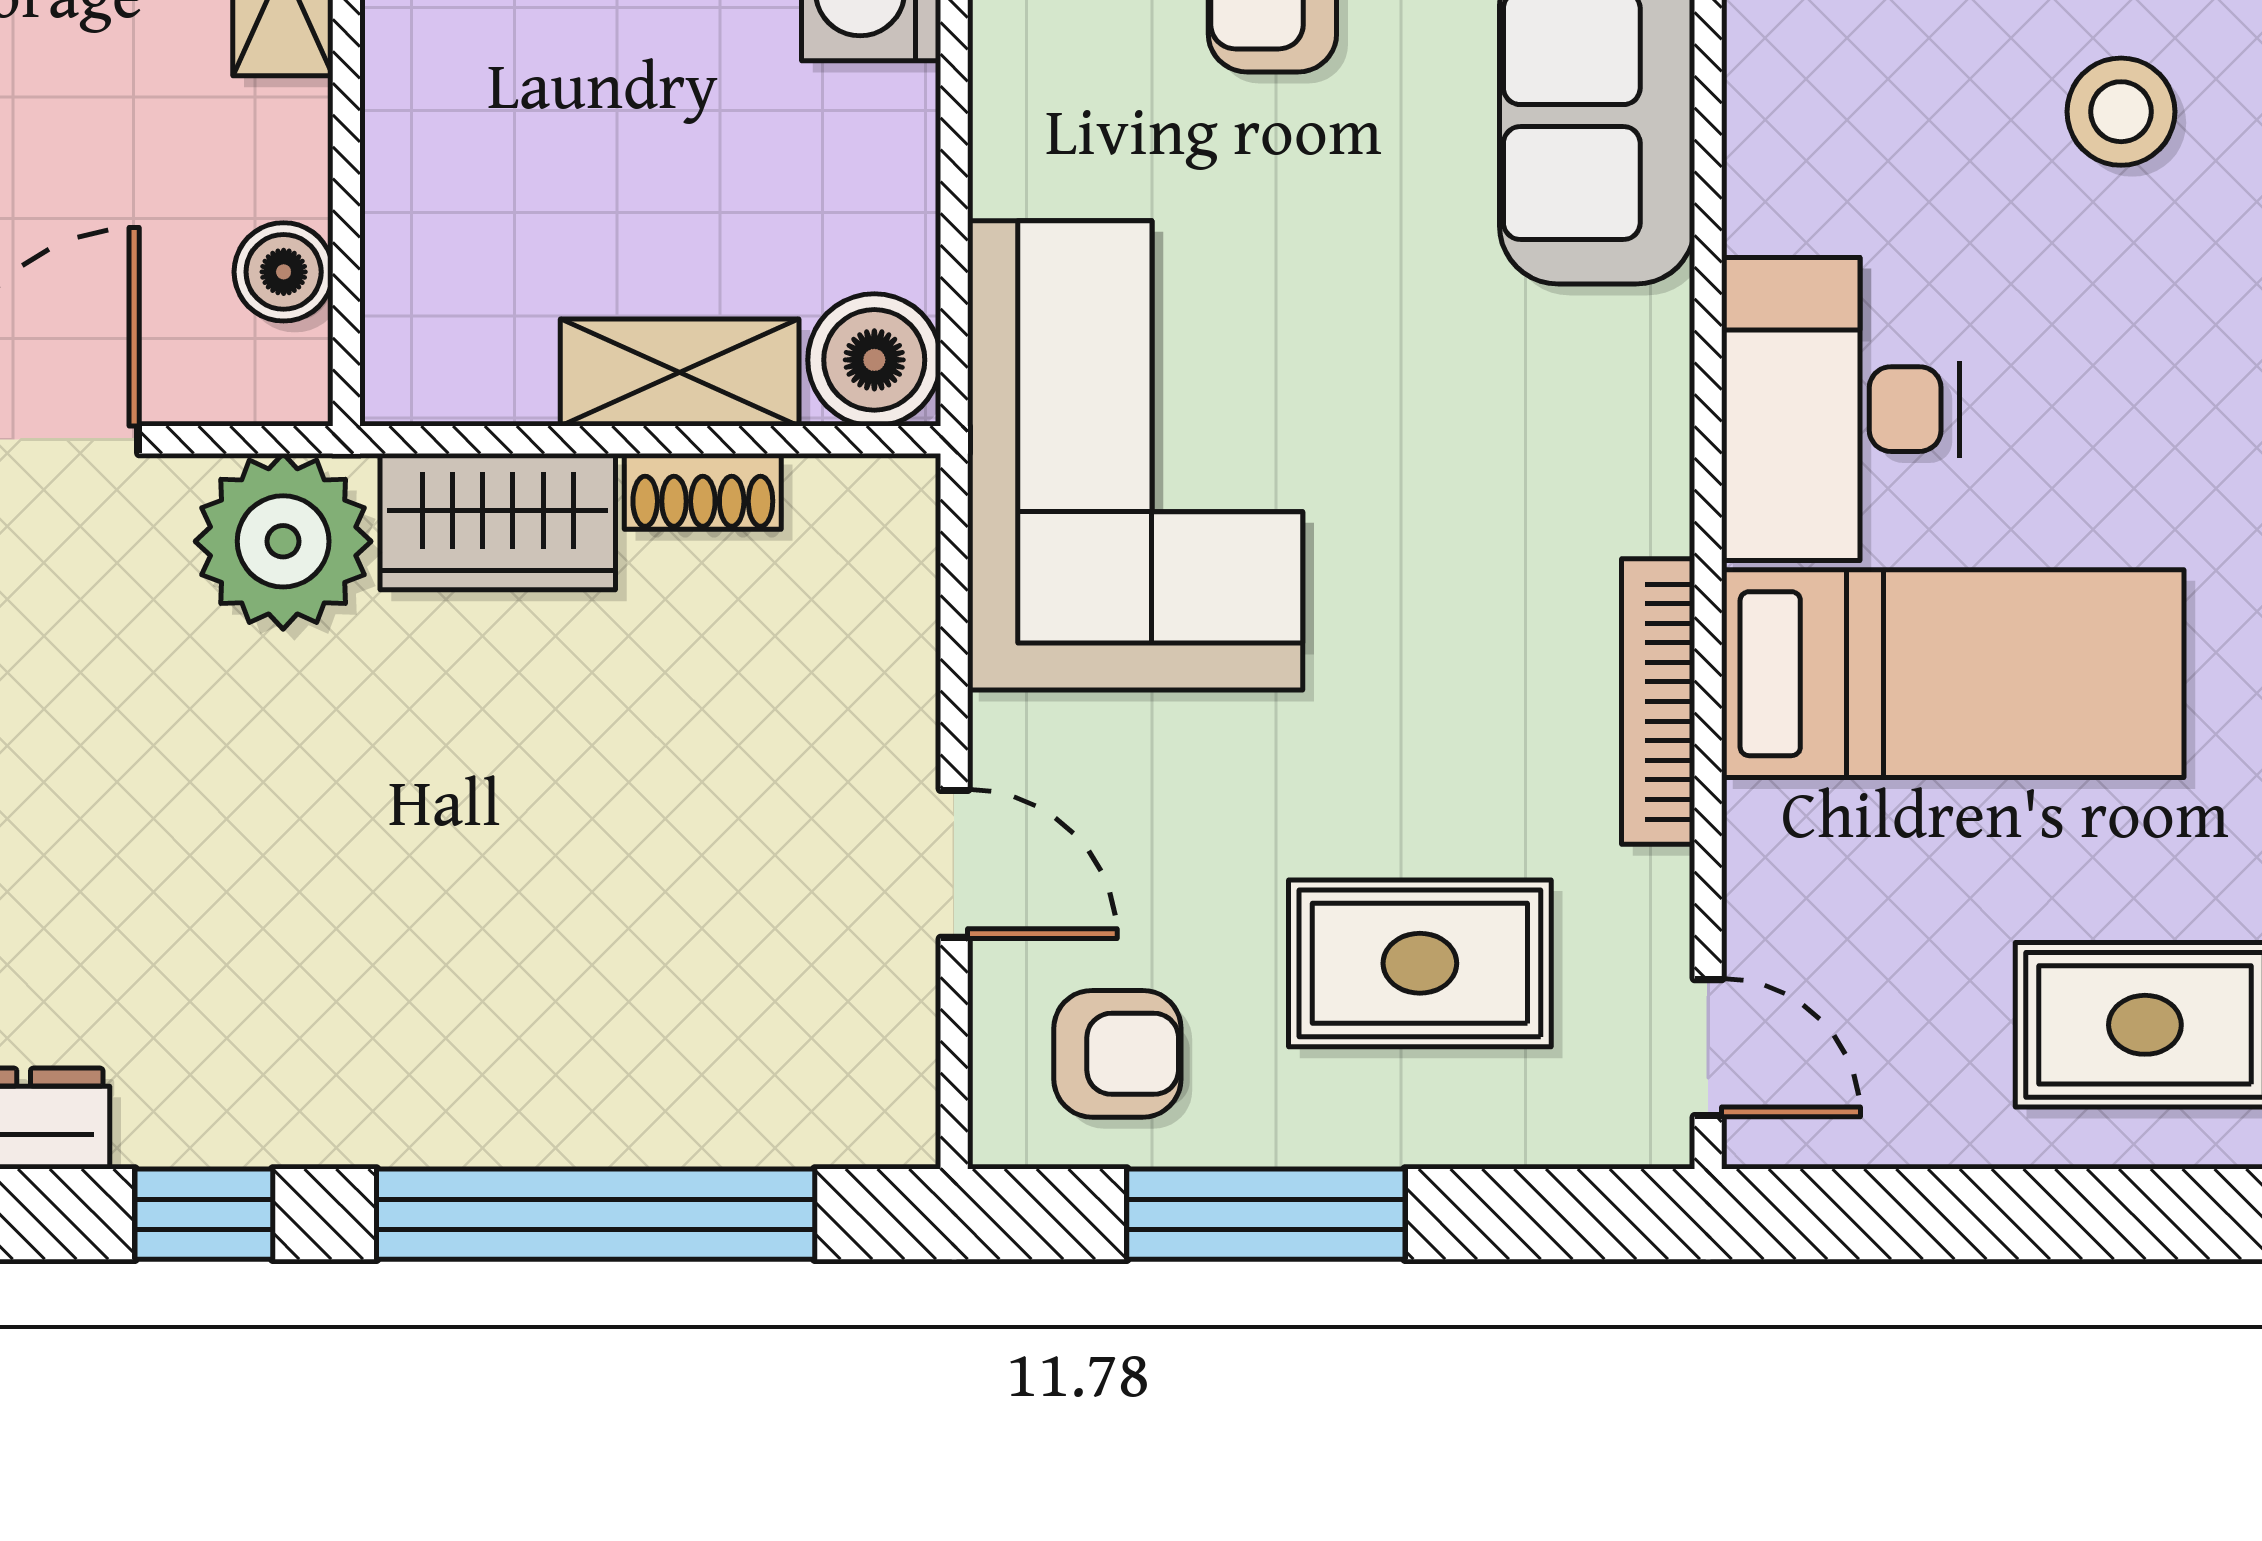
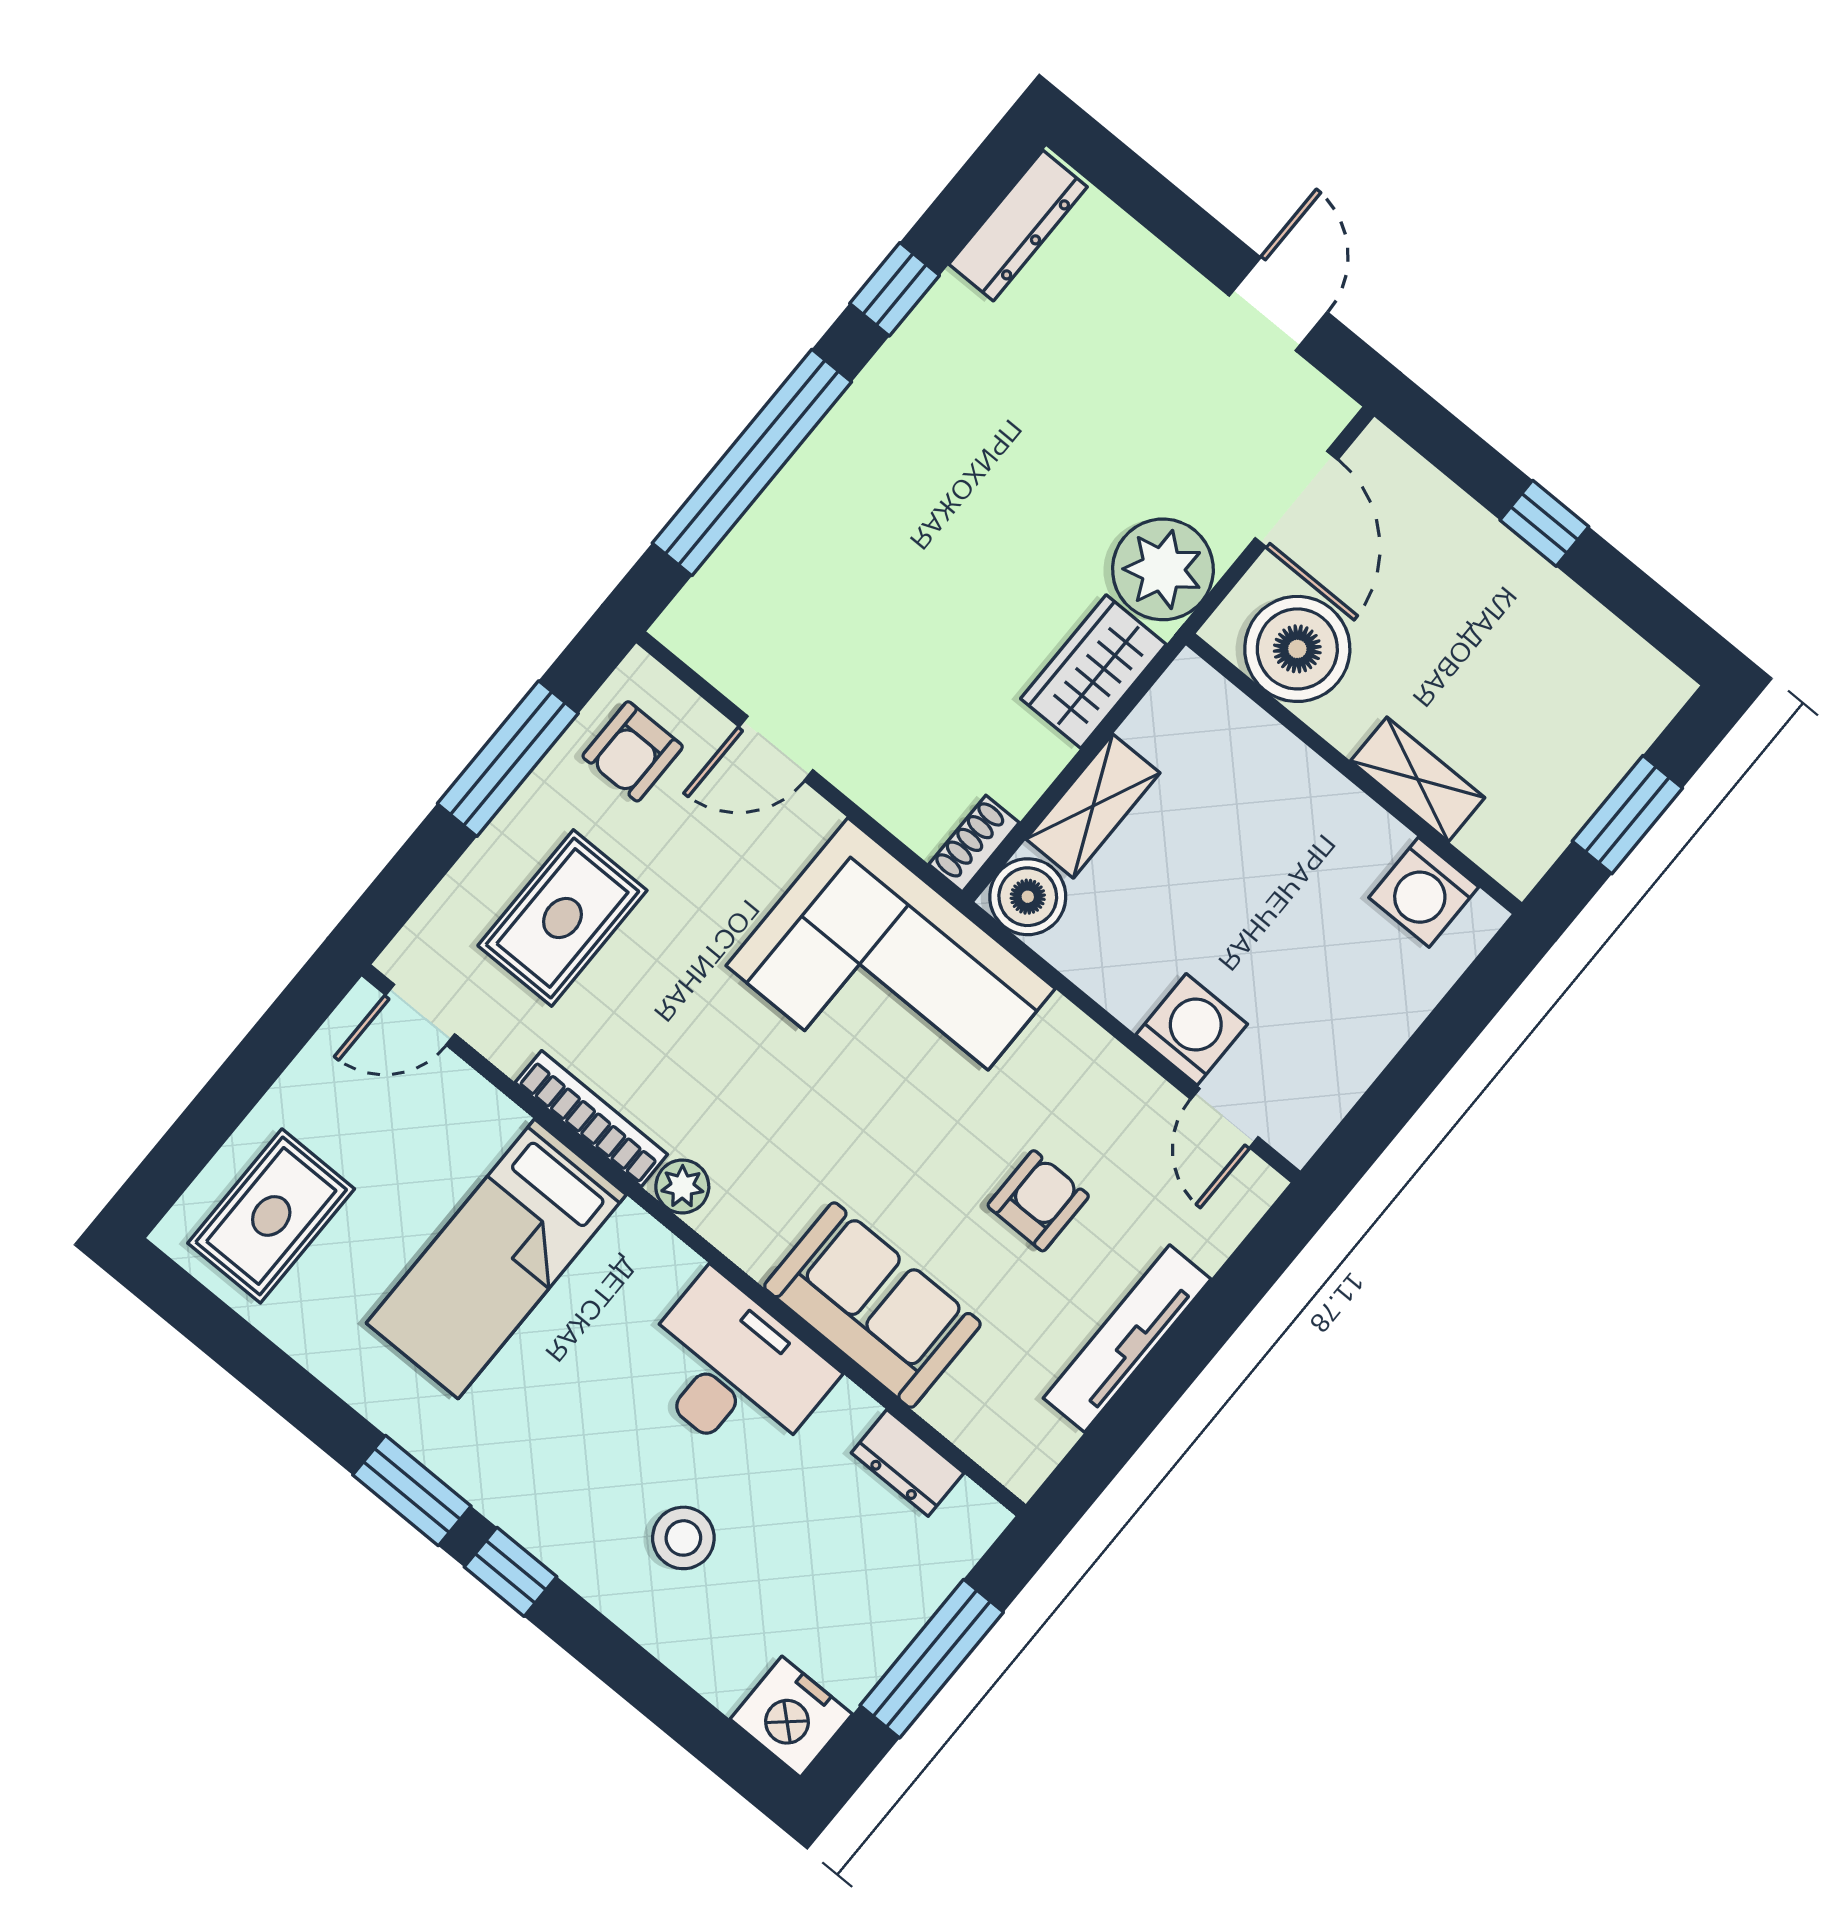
boiler: (284, 272) -> (1297, 649), width x1.86, depth x1.86
desk: (1841, 409) -> (733, 1371), moved
shoe rack: (703, 491) -> (974, 844), moved
plant: (1648, 503) -> (682, 1186), added

